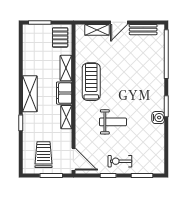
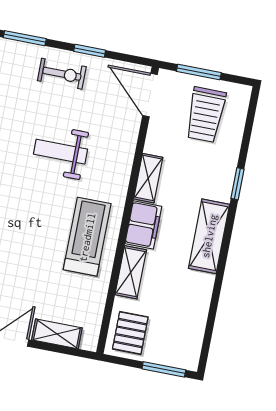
treadmill: (91, 82) -> (87, 237), turned 180

